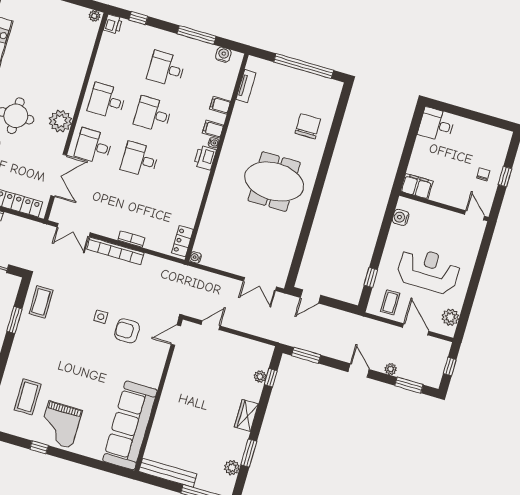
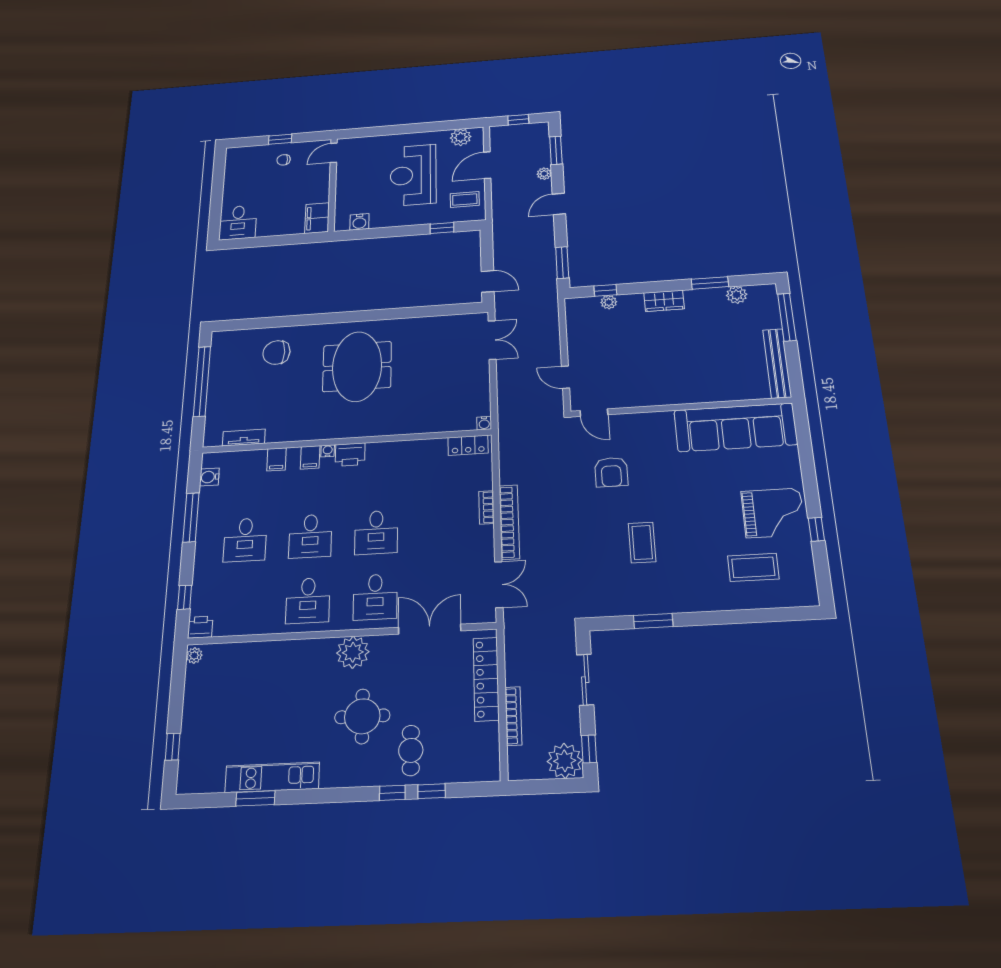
coffee table: (41, 302) -> (642, 542), moved, turned 90
side table: (101, 317) -> (605, 511), removed

